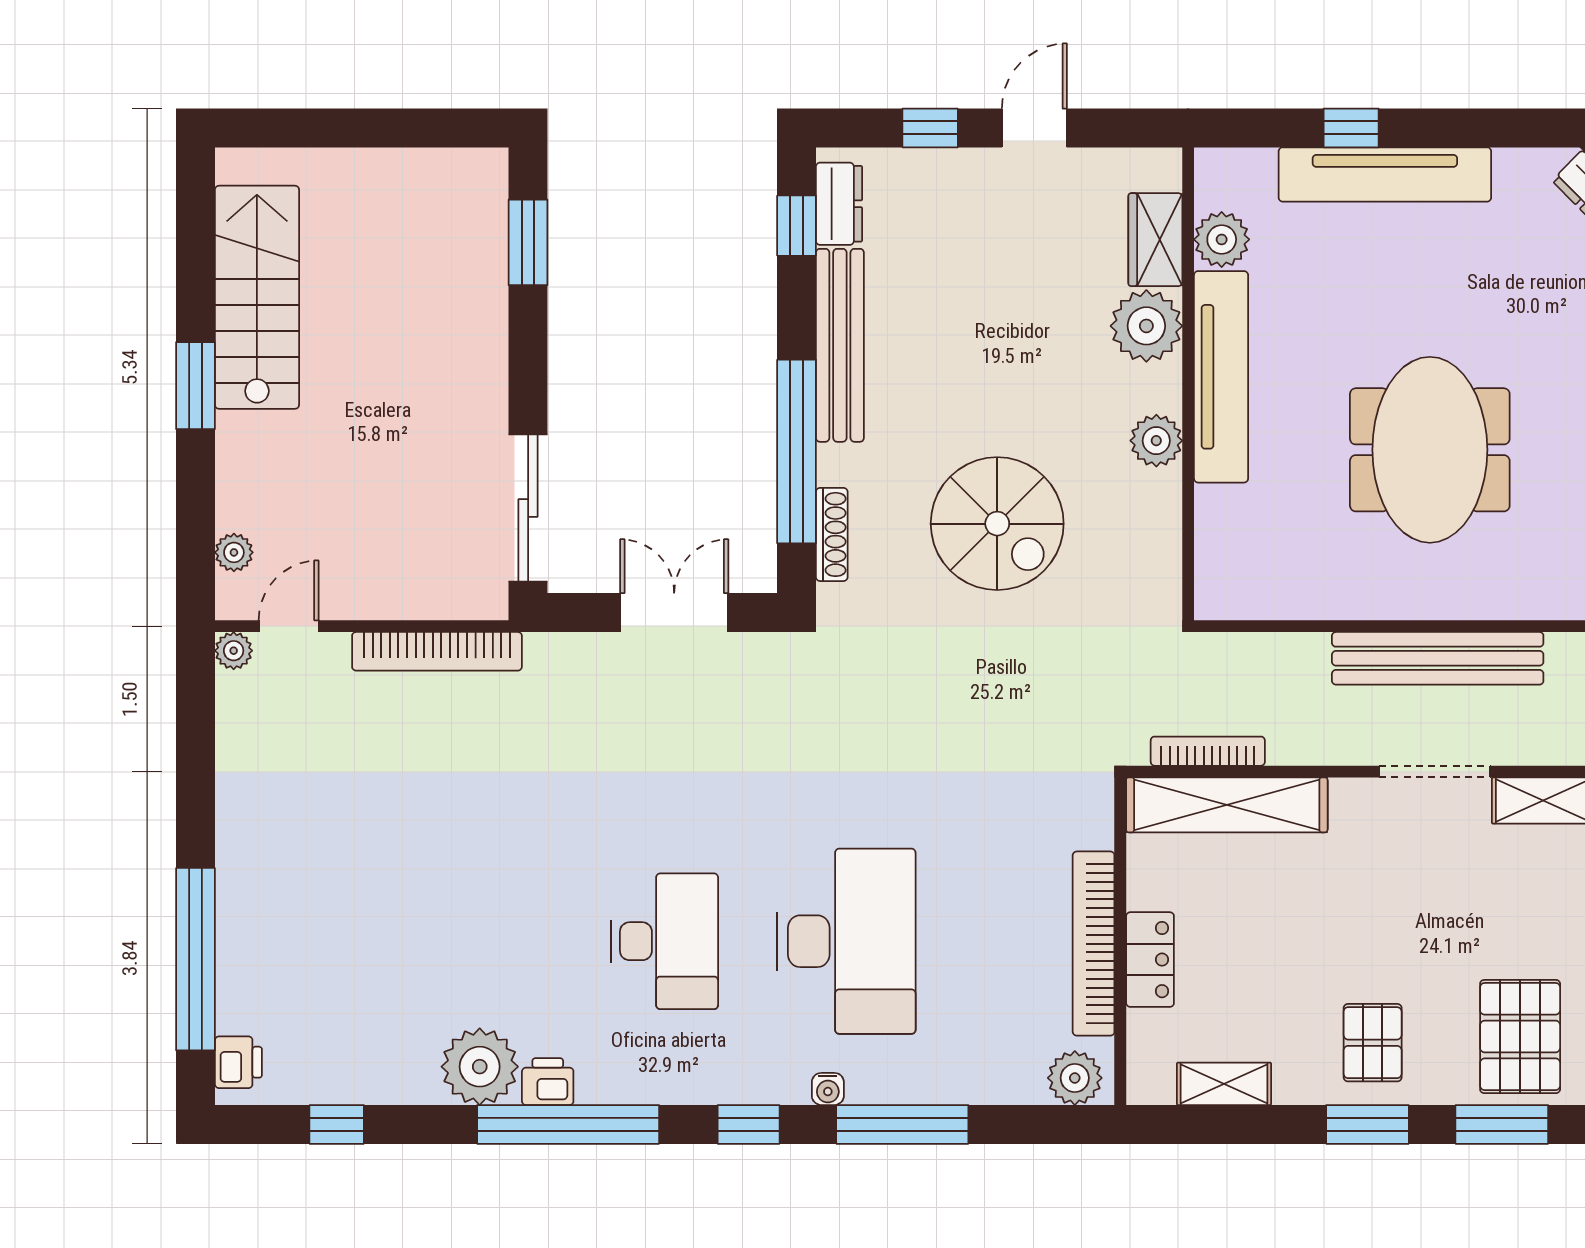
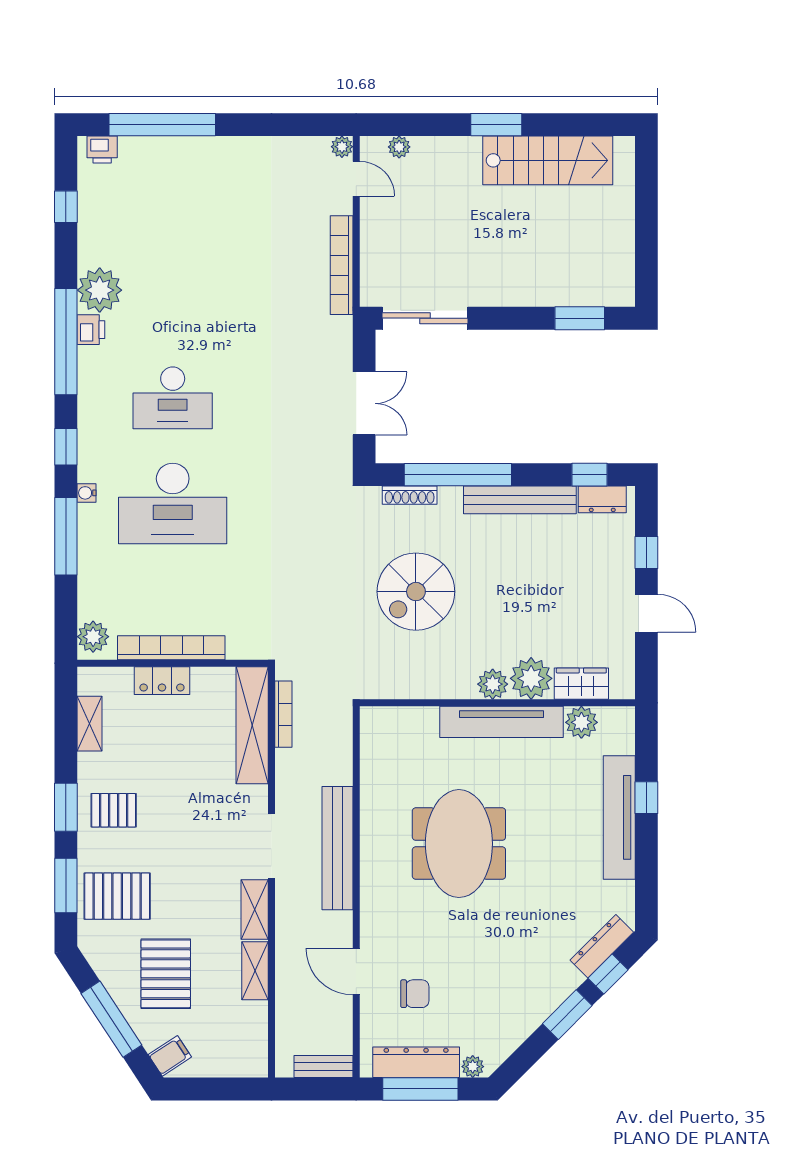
plant: (1156, 441) -> (493, 684), moved
meeting table: (1430, 450) -> (459, 844), turned 90

